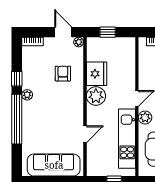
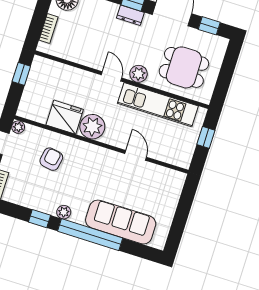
window: (108, 32) -> (21, 74), moved
armchair: (63, 74) -> (51, 159), turned 100
sofa: (54, 165) -> (121, 222), moved, turned 90

